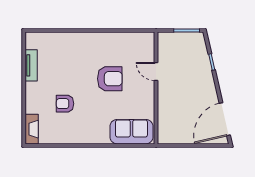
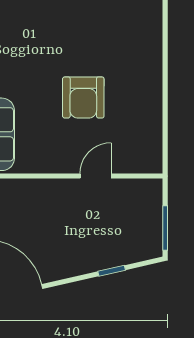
armchair: (65, 104) -> (41, 21), removed

